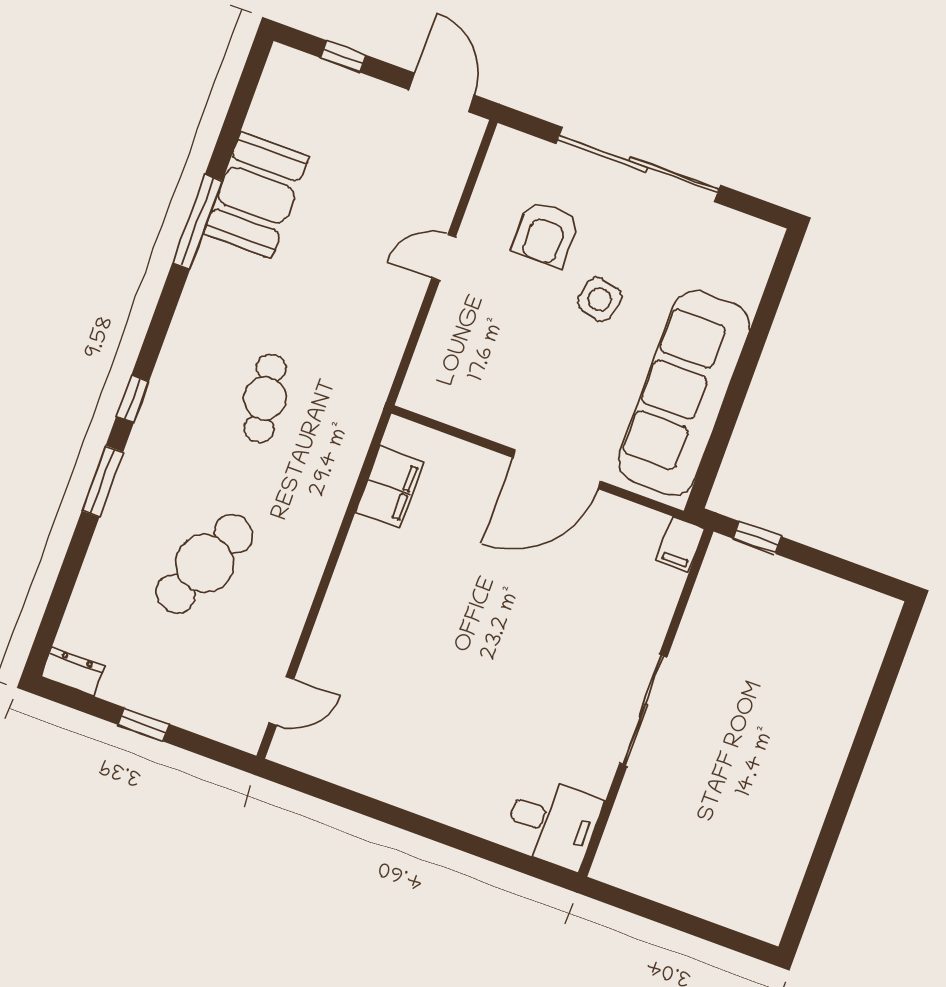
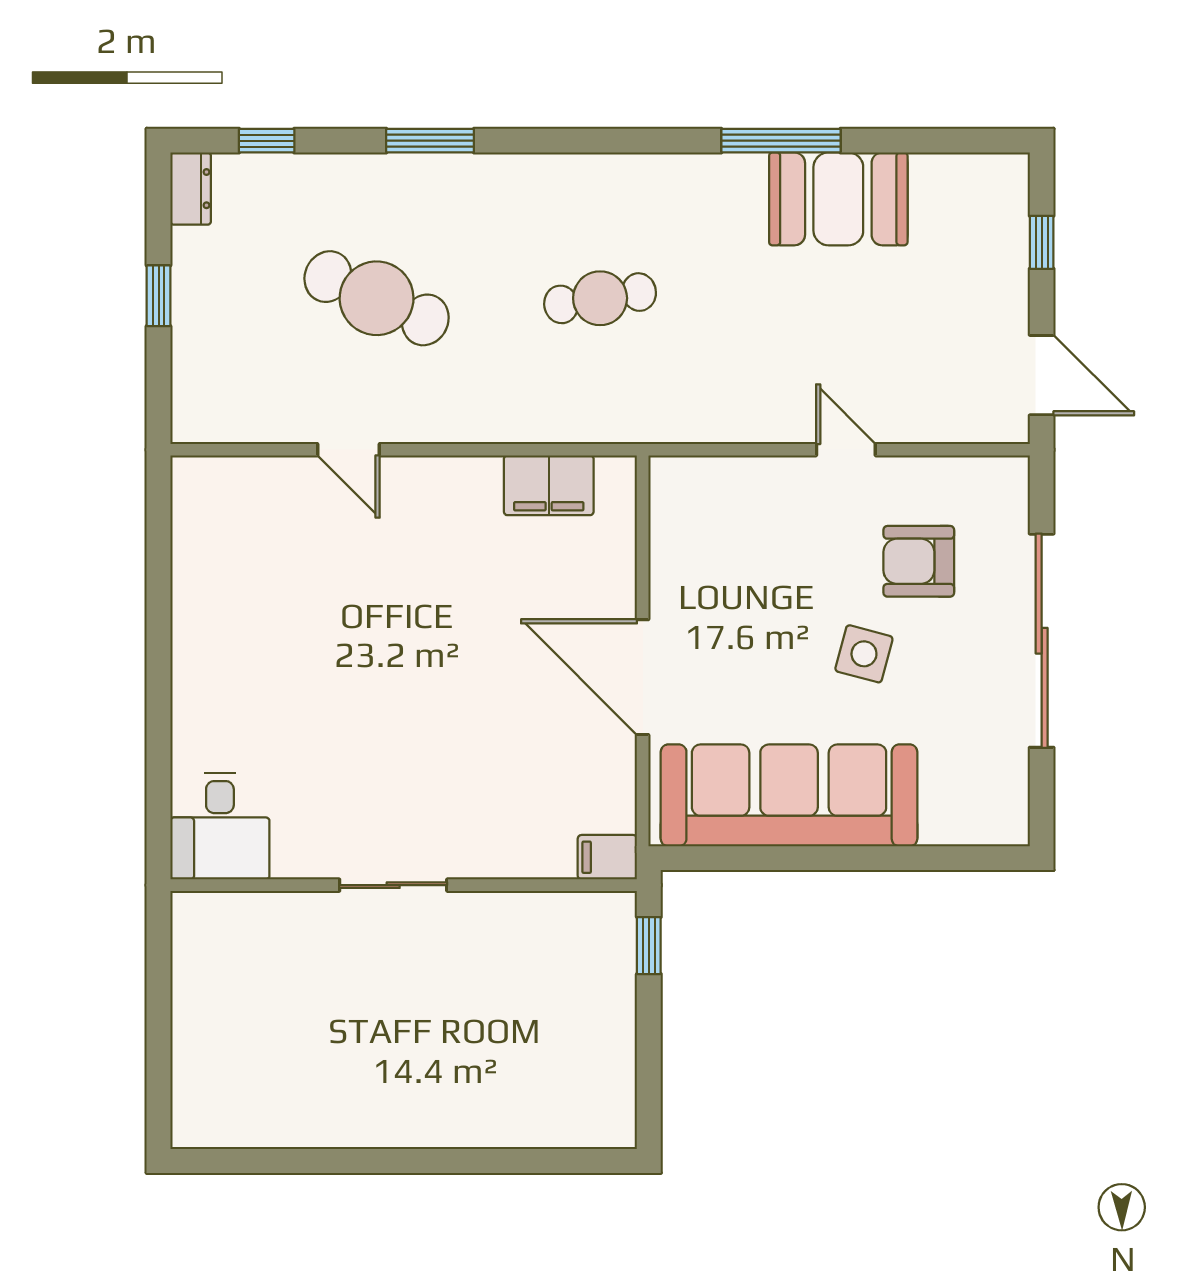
door: (442, 92) -> (1042, 375), hinge flipped
window: (133, 399) -> (267, 141), moved
door: (281, 701) -> (349, 450), moved
sliding door: (643, 710) -> (393, 885), width x0.73

